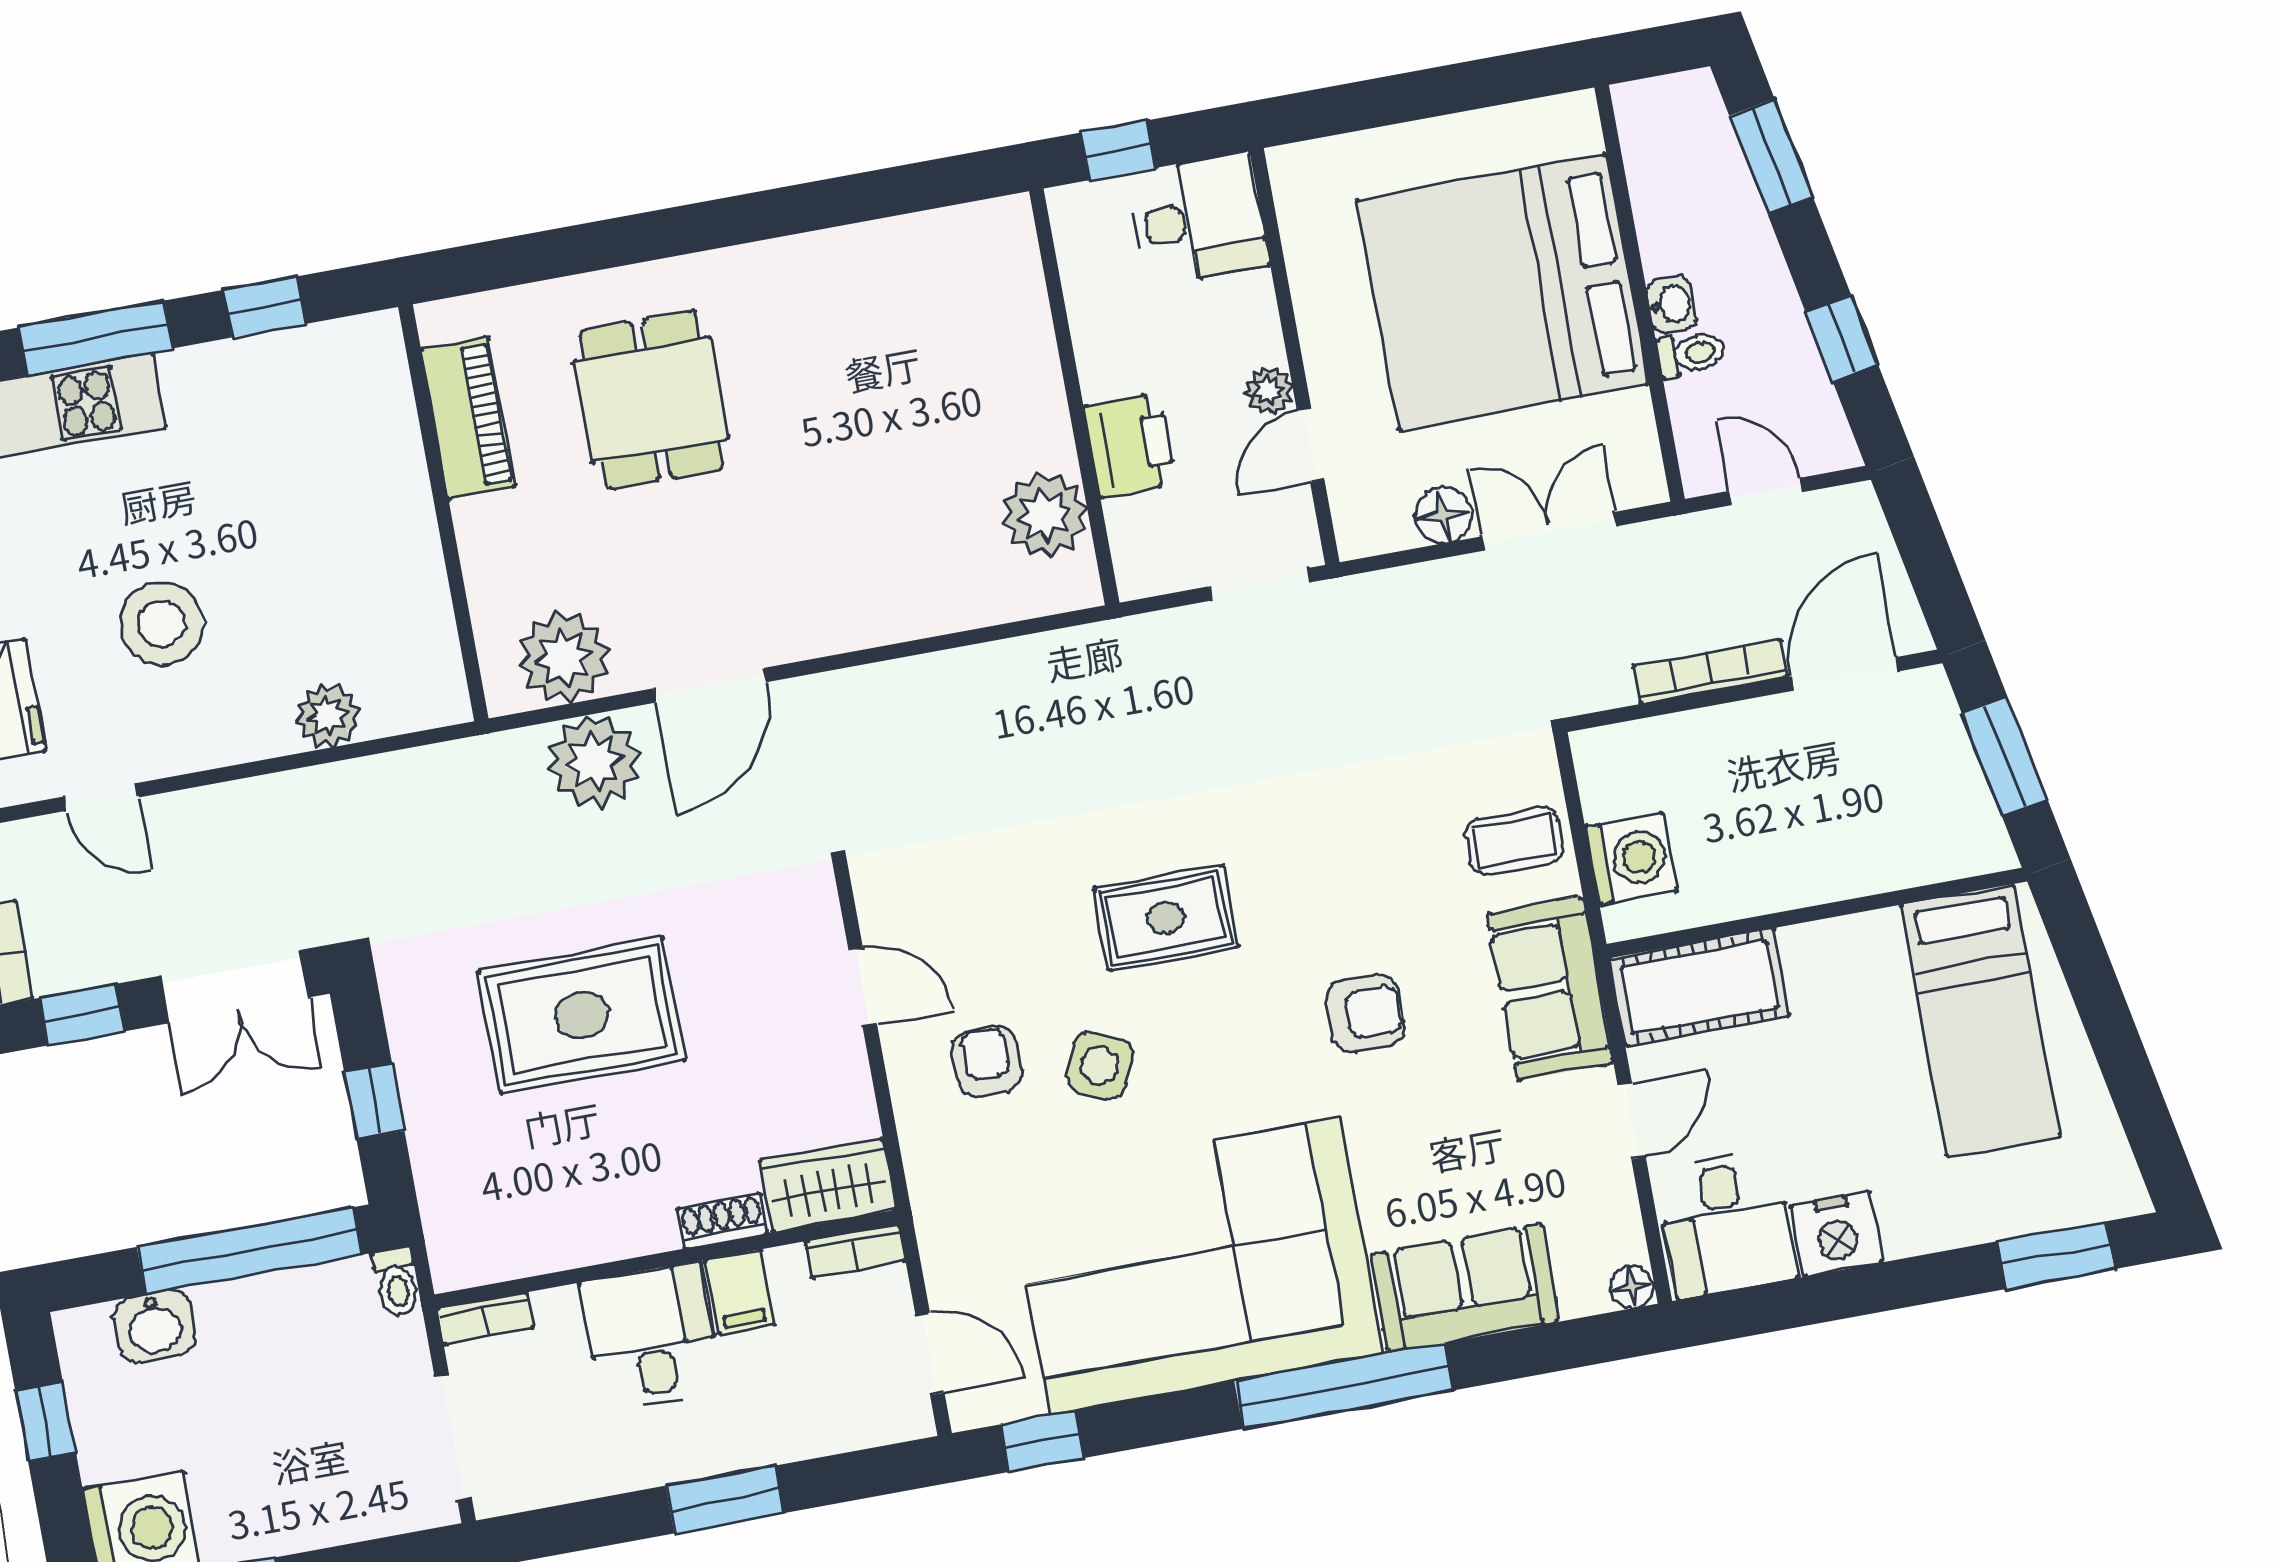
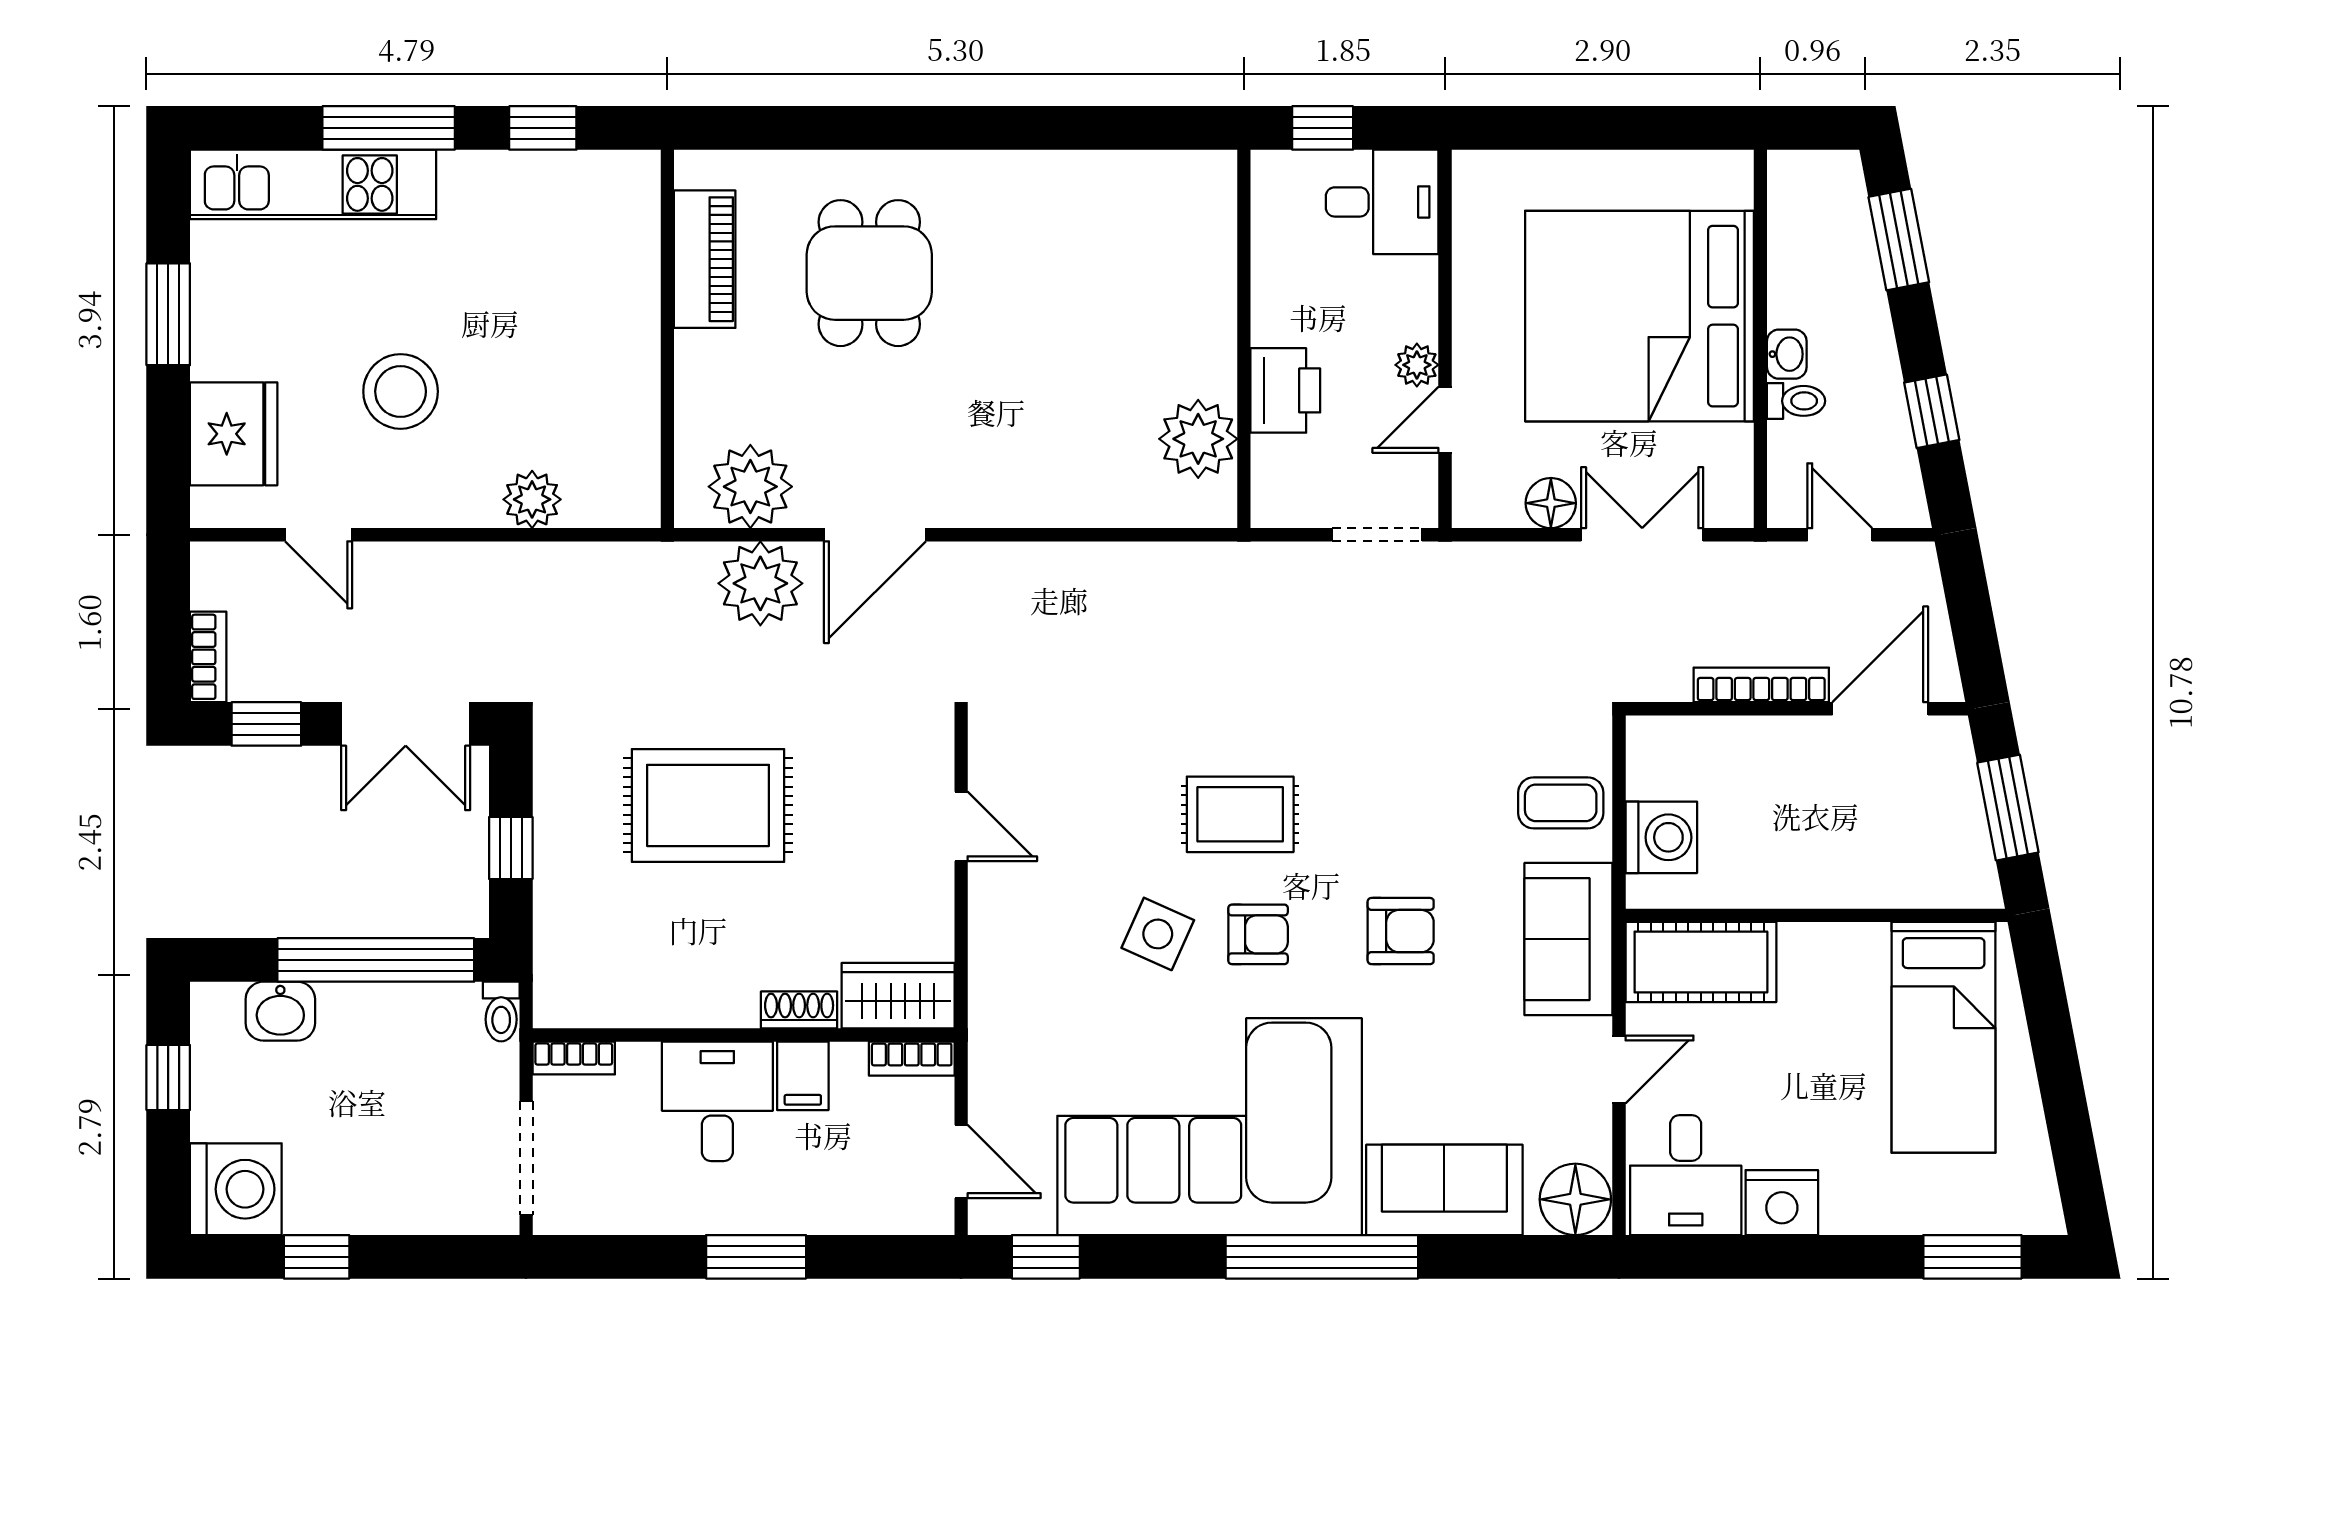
armchair: (987, 1062) -> (1258, 934), moved, turned 90
floor lamp: (1632, 1287) -> (1575, 1199), width x1.89, depth x1.89

